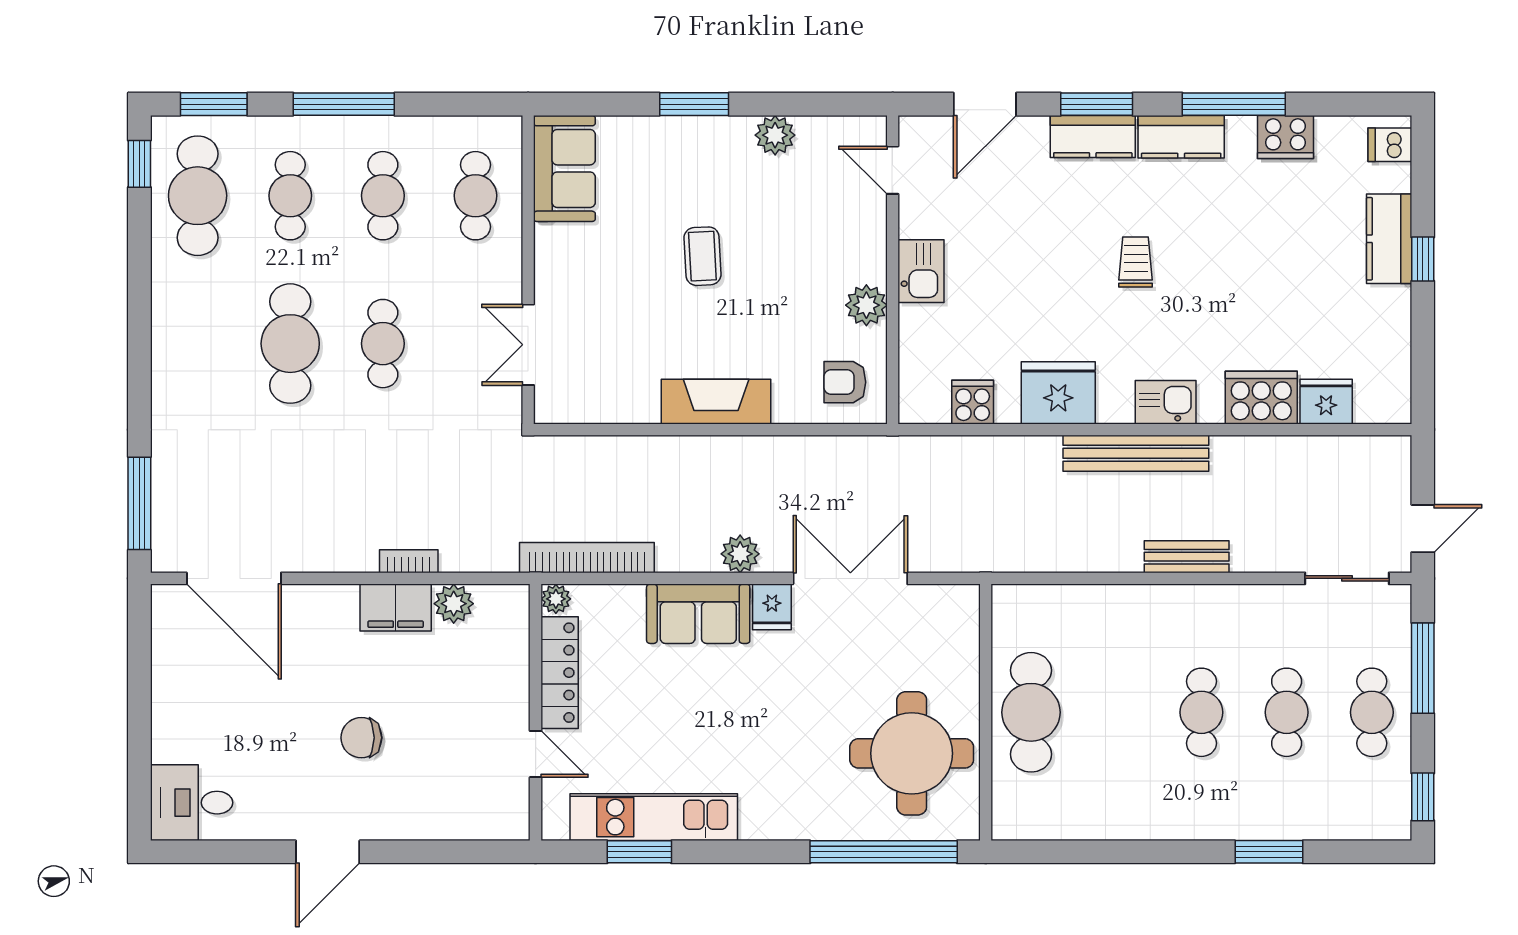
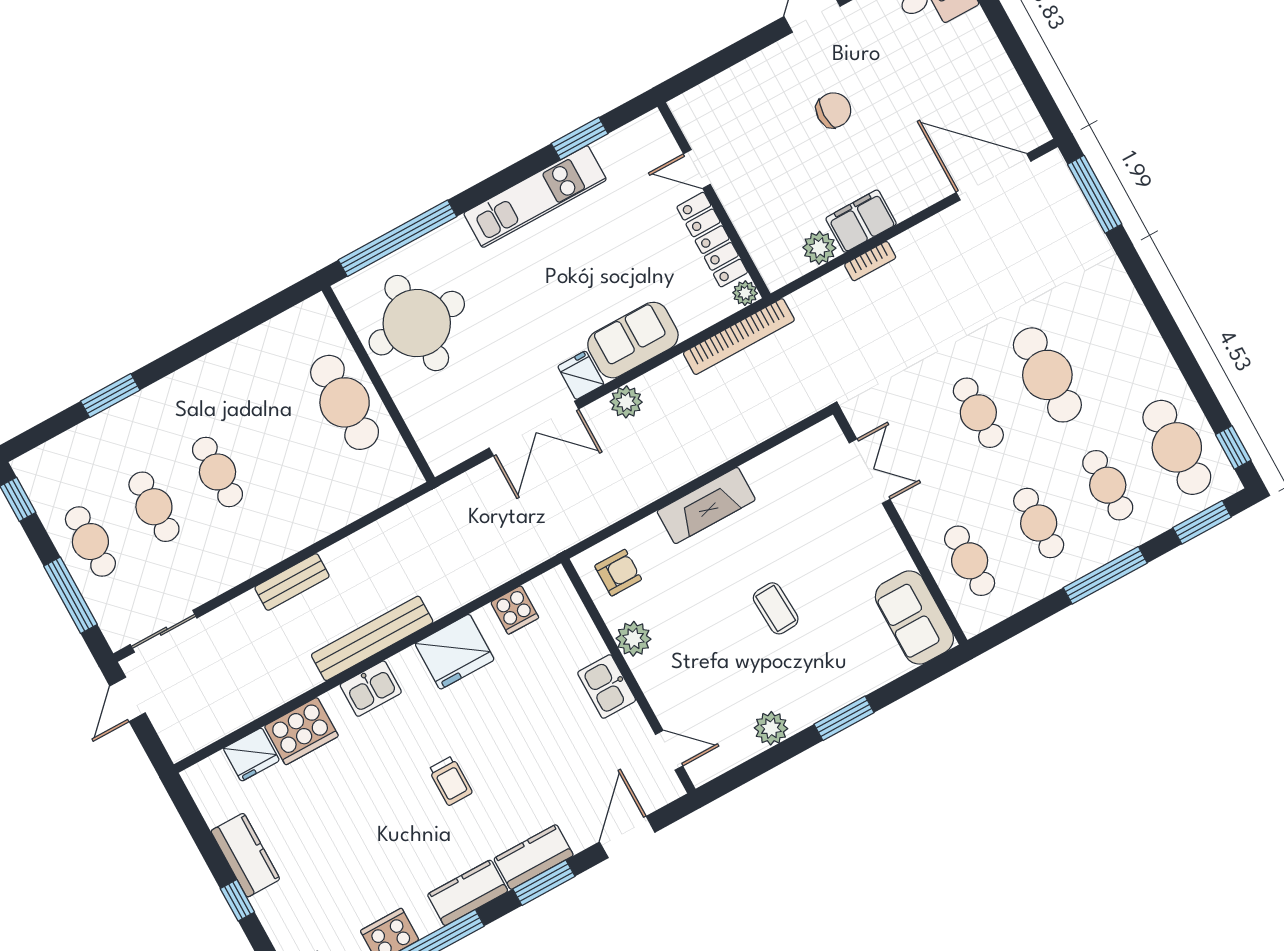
kitchen counter: (1389, 239) -> (245, 855), moved
kitchen unit: (654, 817) -> (535, 197), moved

